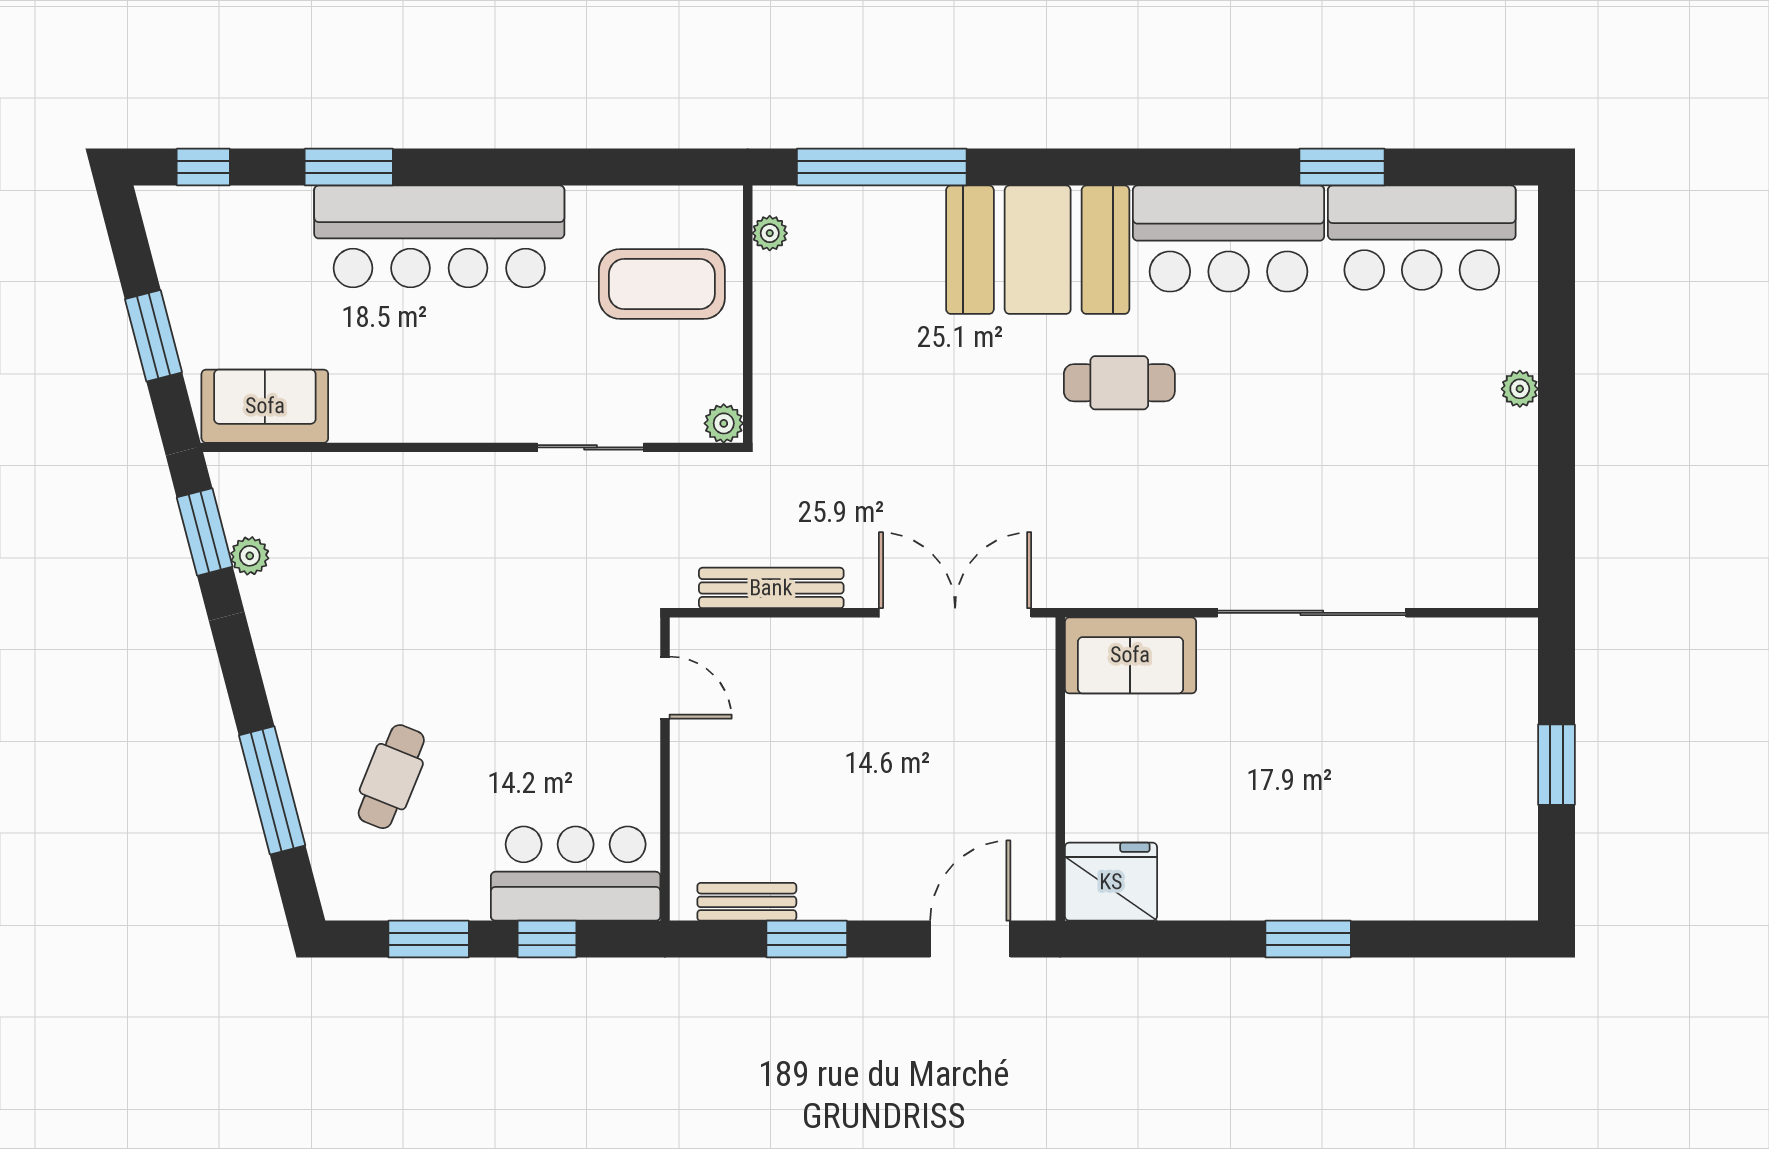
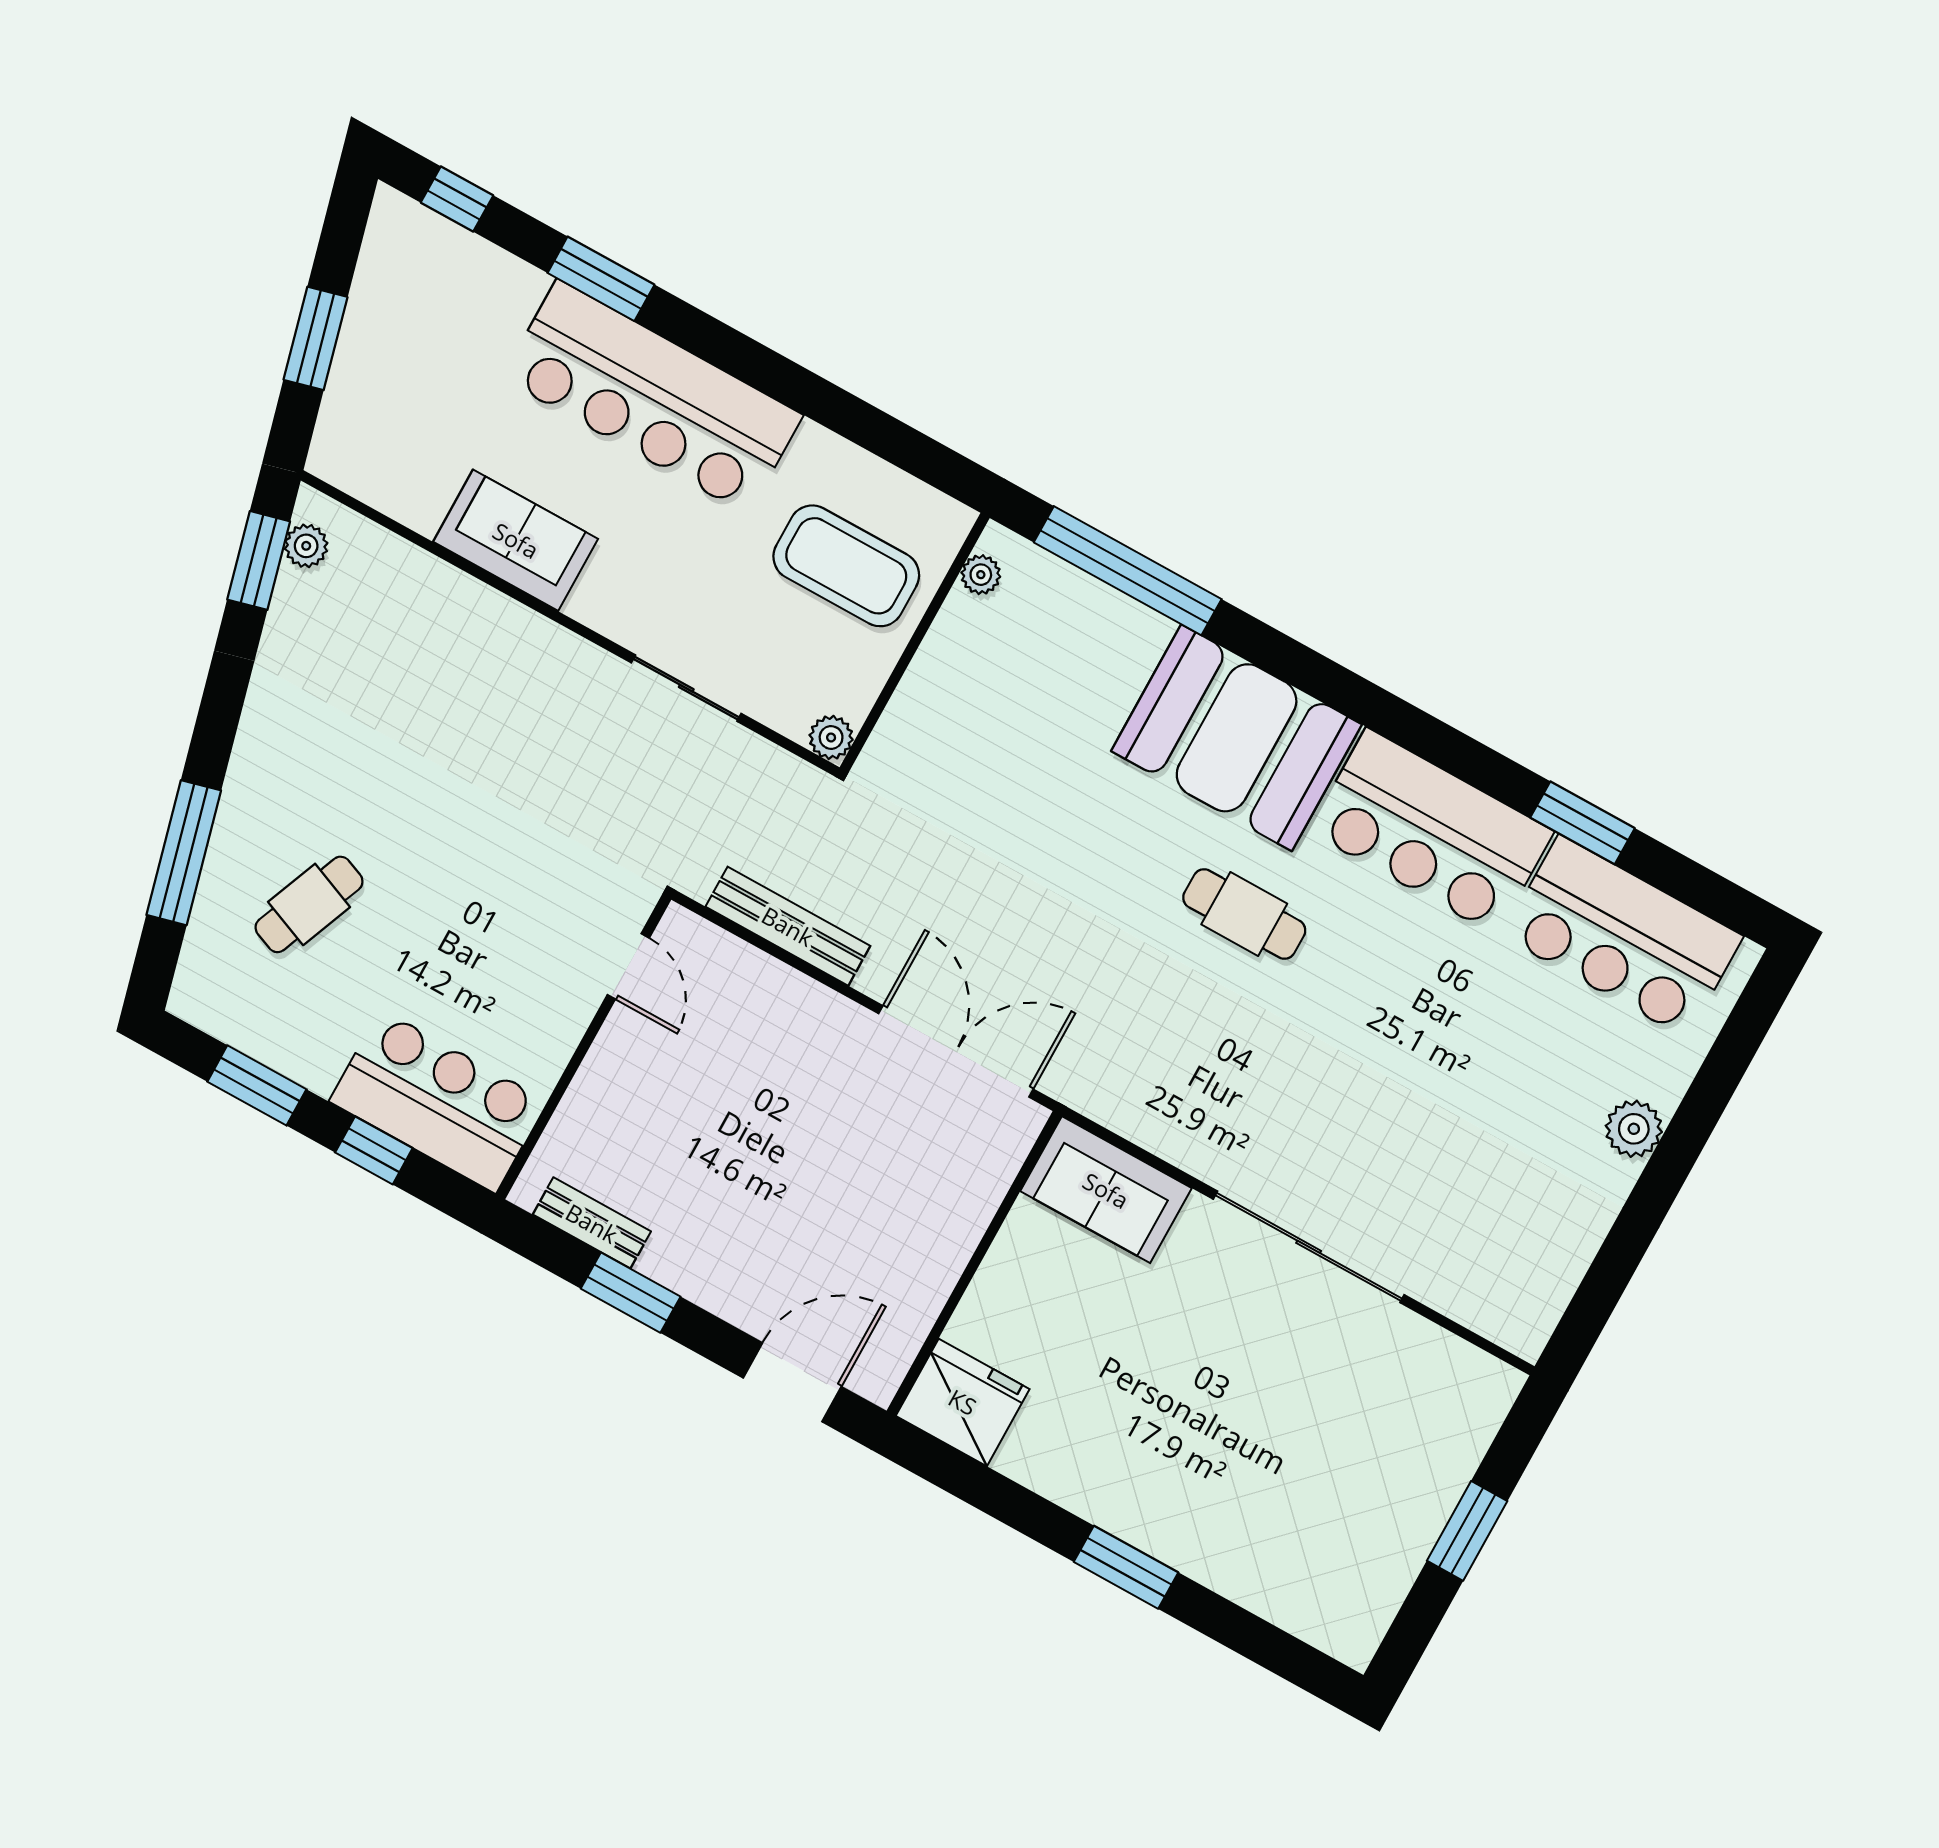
plant: (1520, 389) -> (1634, 1129), width x1.38, depth x1.38
sofa: (265, 406) -> (516, 540), moved
plant: (250, 556) -> (306, 546), moved

